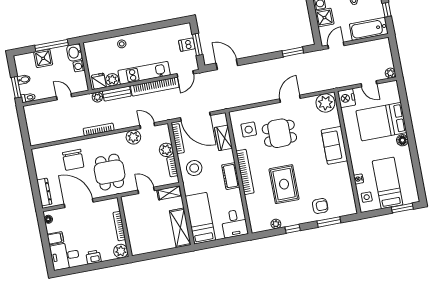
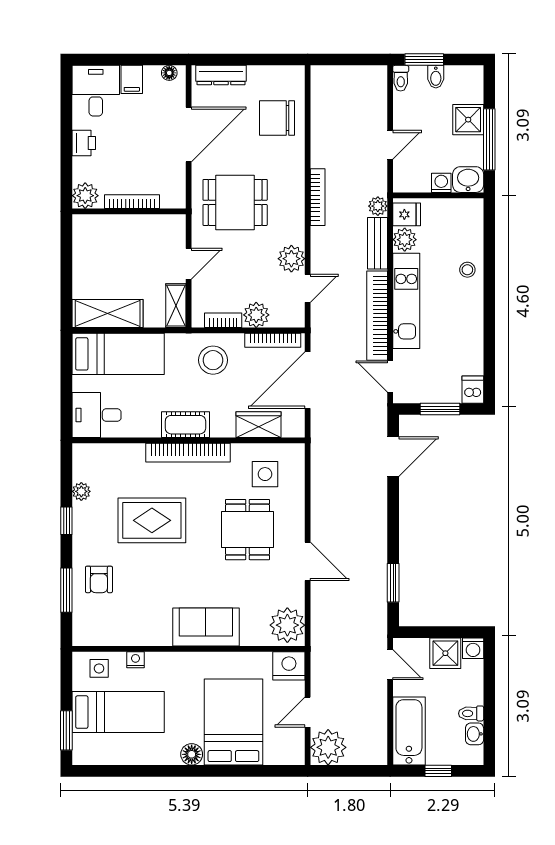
dishwasher: (187, 45) -> (473, 390), moved
plant: (390, 73) -> (328, 747), width x1.87, depth x1.87
chair: (73, 160) -> (277, 118), moved

